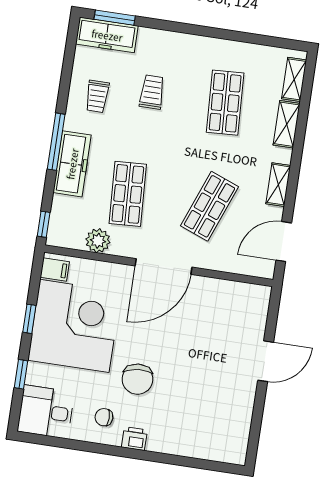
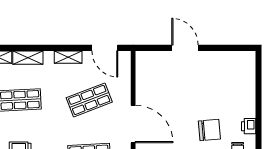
shop shelf: (209, 206) -> (89, 100), turned -42

